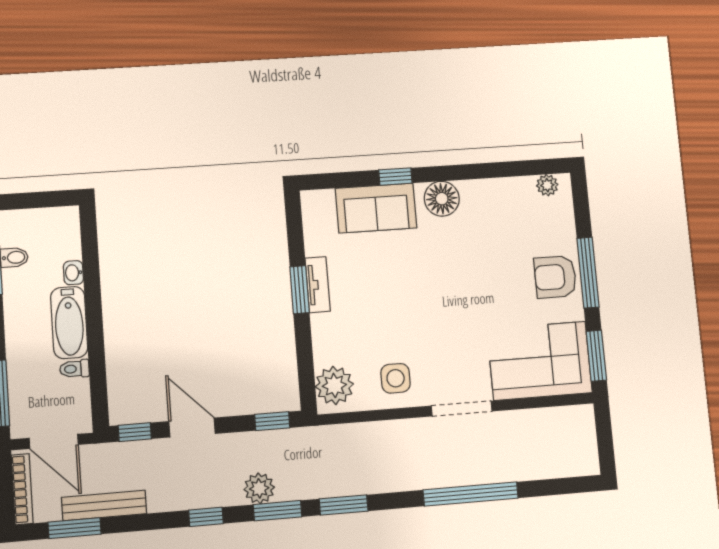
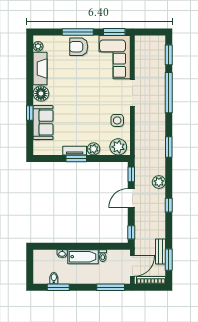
fireplace: (498, 193) -> (40, 68), added
armchair: (555, 277) -> (79, 47), turned 90
plant: (325, 328) -> (94, 149), added
door: (192, 428) -> (131, 198), moved
bench: (104, 505) -> (161, 251), width x0.73
window: (277, 511) -> (169, 55), moved

